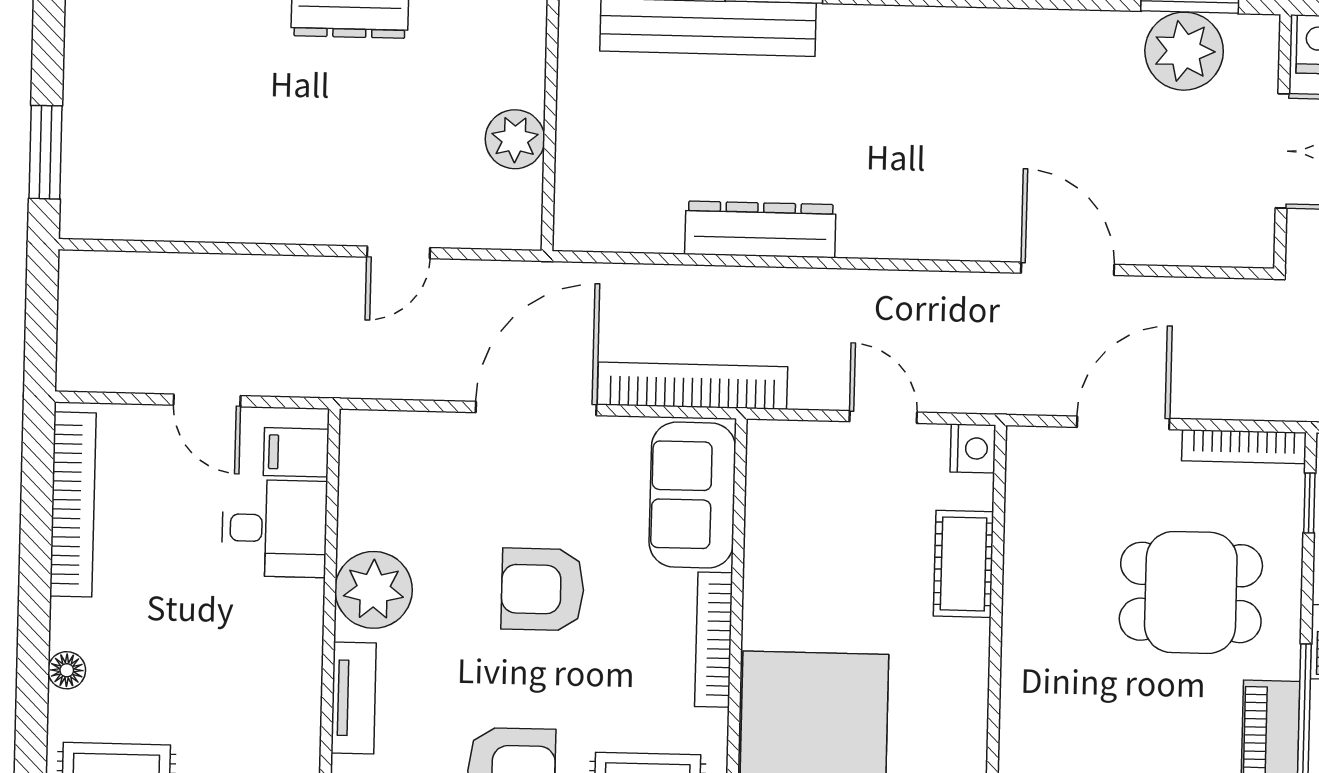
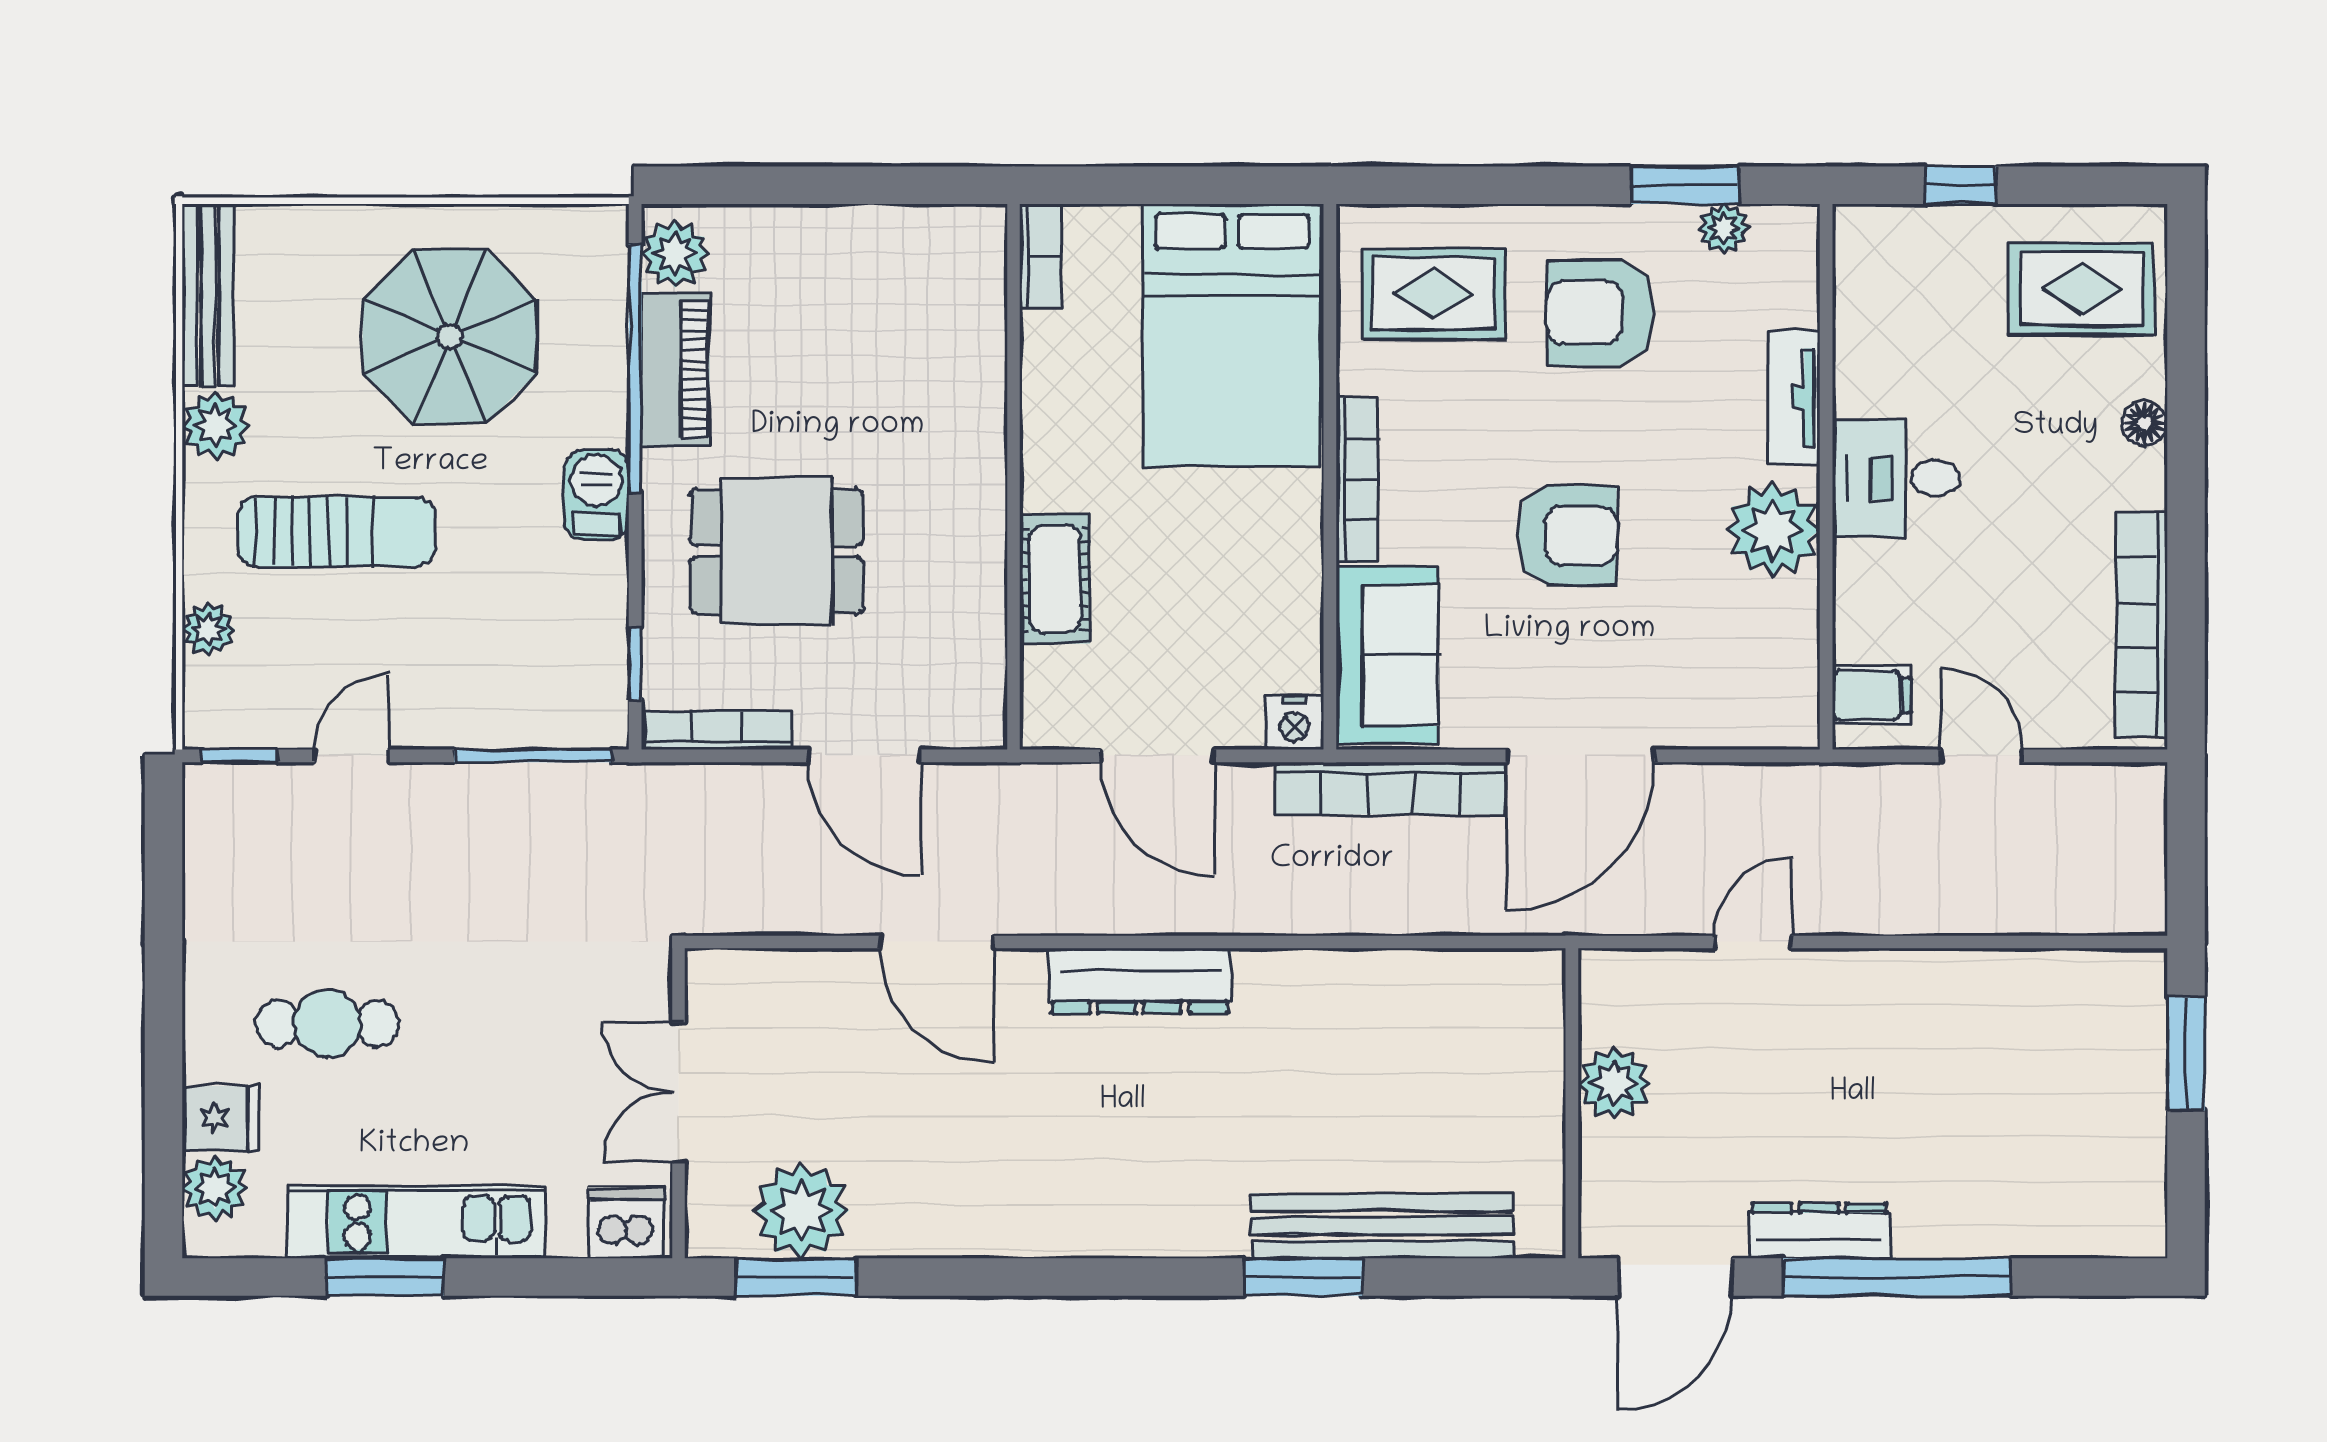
dresser: (760, 229) -> (1140, 981), moved
door: (883, 417) -> (1157, 756), width x1.38
door: (1123, 423) -> (864, 756), hinge flipped
nightstand: (973, 448) -> (1294, 723), moved, turned -90
desk: (274, 528) -> (1896, 478), moved

